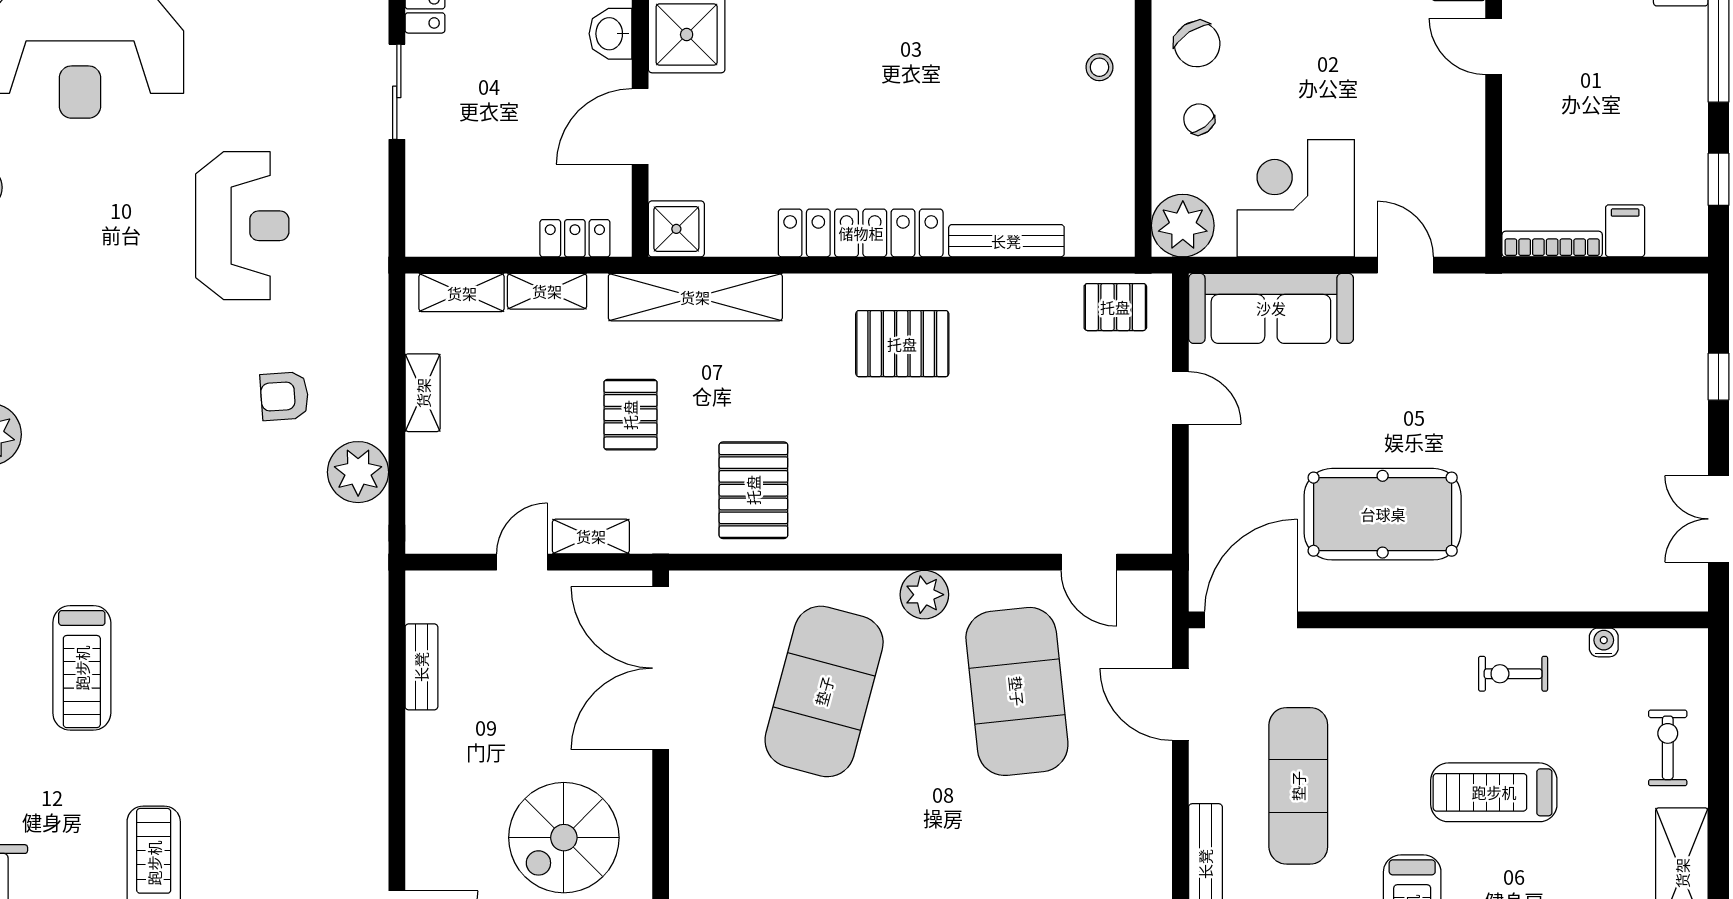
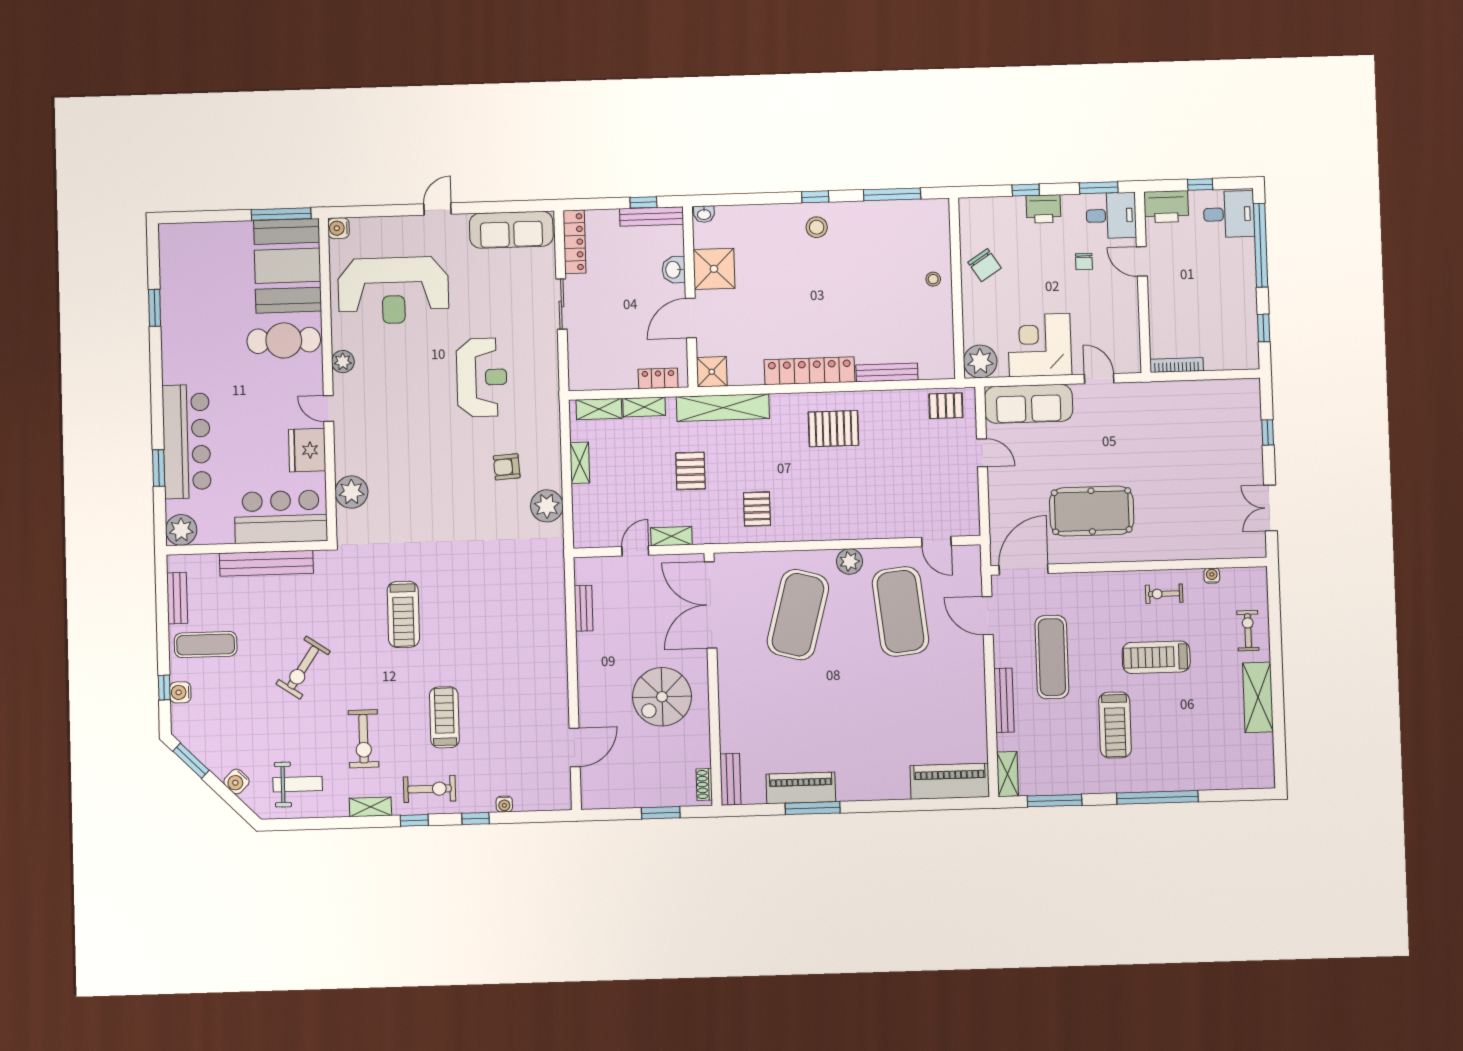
chair: (1199, 119) -> (1084, 261), moved, turned -143
filing cabinet: (1625, 231) -> (1215, 357), removed
pallet: (753, 490) -> (757, 509), width x0.67, depth x0.71

